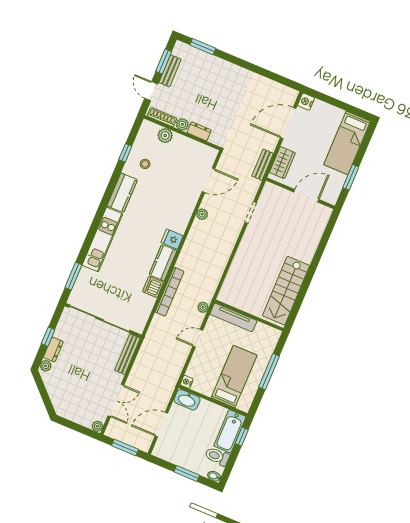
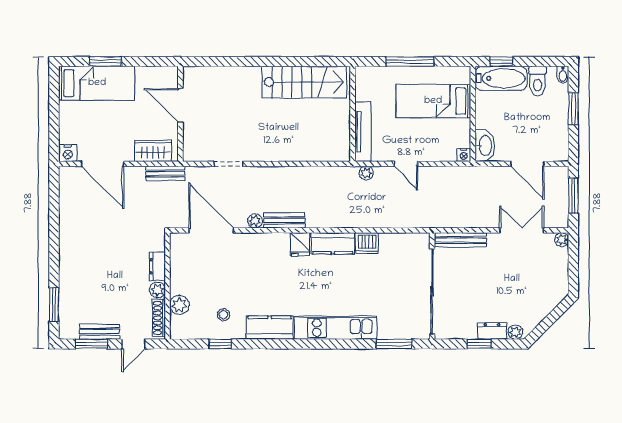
window: (351, 177) -> (105, 61), moved
door: (208, 180) -> (211, 230), width x1.36
bench: (194, 235) -> (284, 220), added
bookcase: (170, 292) -> (364, 221), removed

